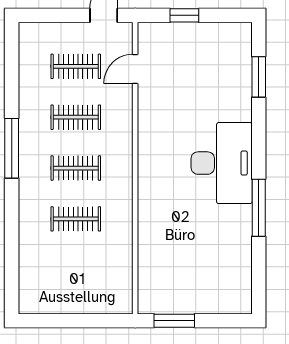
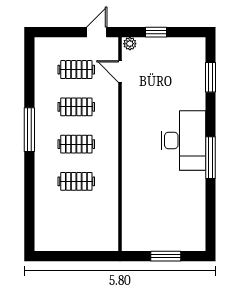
plant: (149, 31) -> (130, 44), added
door: (135, 69) -> (120, 71), hinge flipped
window: (259, 208) -> (211, 158), moved
window: (174, 321) -> (166, 256), moved

